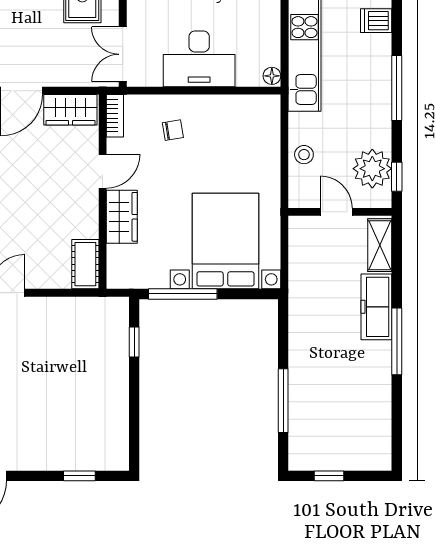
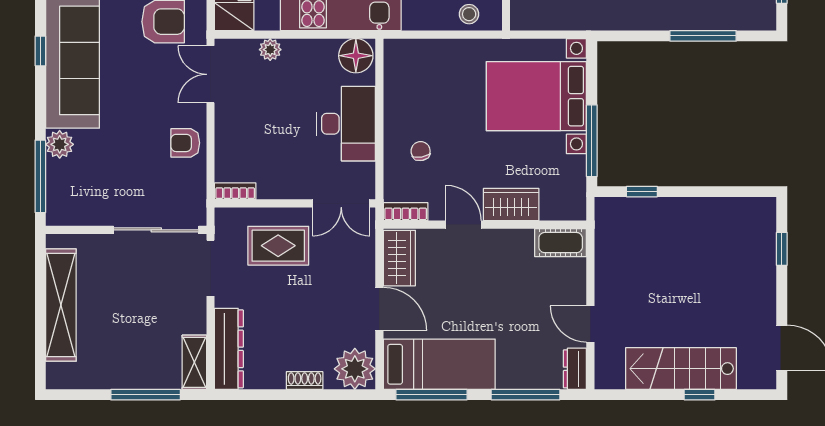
floor lamp: (272, 76) -> (356, 56), width x1.89, depth x1.89
stool: (304, 155) -> (469, 14), moved

